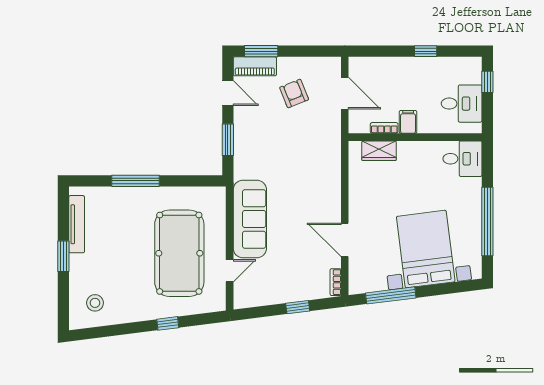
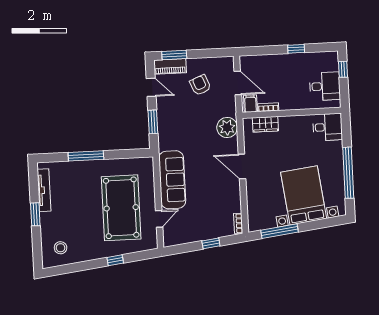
filing cabinet: (408, 122) -> (250, 104), moved
plant: (327, 152) -> (227, 128), added
door: (345, 240) -> (242, 167), moved

